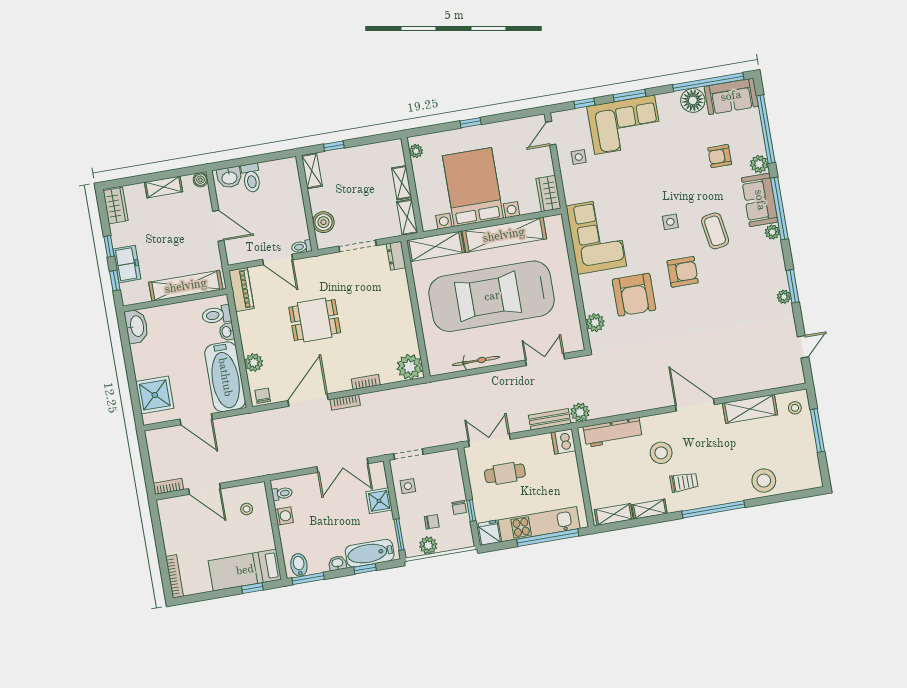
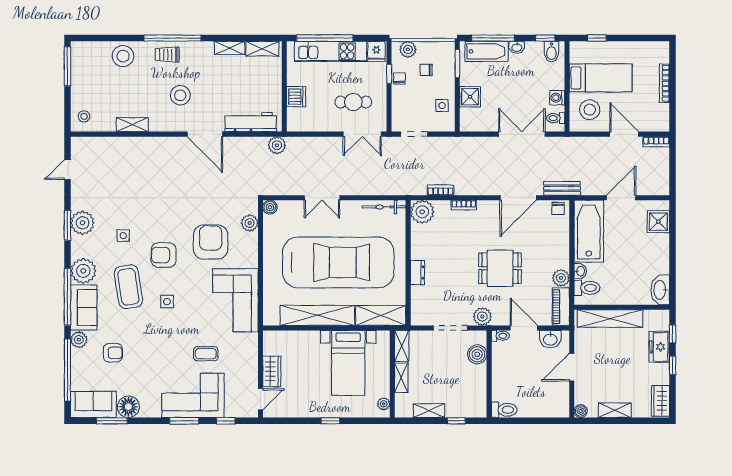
window: (708, 82) -> (112, 421), width x0.47
side table: (579, 157) -> (123, 236), moved
shelving: (312, 171) -> (429, 411), moved, turned 90
coffee table: (618, 172) -> (206, 354), added
washbasin: (229, 177) -> (550, 339), moved, turned 180
toilet: (251, 178) -> (504, 410), moved, turned 90
bed with nightstands: (473, 187) -> (348, 363), width x0.73
wardrobe: (548, 193) -> (272, 371), moved
door: (218, 226) -> (572, 367), hinge flipped
coffee table: (715, 231) -> (128, 287), width x1.36, depth x1.32
plant: (772, 232) -> (83, 271), width x1.88, depth x1.88
dresser: (396, 256) -> (417, 273), moved
plant: (325, 264) -> (482, 317), added
plant: (784, 297) -> (82, 223), width x1.87, depth x1.87
boiler: (576, 344) -> (270, 207), added
double door: (545, 360) -> (322, 198), moved
bicycle: (476, 361) -> (384, 207), moved
plant: (254, 363) -> (561, 278), moved
shower: (155, 395) -> (658, 222), width x0.73, depth x0.73
bookcase: (345, 402) -> (441, 190), moved
door: (695, 405) -> (205, 134), moved
shelving: (750, 409) -> (132, 125), width x0.67, depth x0.75
door: (196, 419) -> (621, 198), hinge flipped
bench: (550, 419) -> (562, 188), moved
window: (817, 430) -> (67, 66), moved
dishwasher: (563, 441) -> (296, 97), moved
stool: (661, 453) -> (180, 95), moved
doorway: (408, 454) -> (414, 134), moved
double door: (343, 465) -> (522, 134), moved
trolley: (684, 482) -> (167, 55), moved
stool: (247, 509) -> (590, 110), width x1.89, depth x1.89
plant: (428, 545) -> (408, 49), moved
window: (365, 569) -> (493, 38), width x2.17
bed: (245, 570) -> (601, 78), moved
bookcase: (174, 576) -> (664, 83), moved
window: (308, 579) -> (545, 38), width x0.67

